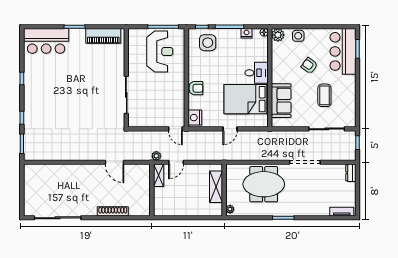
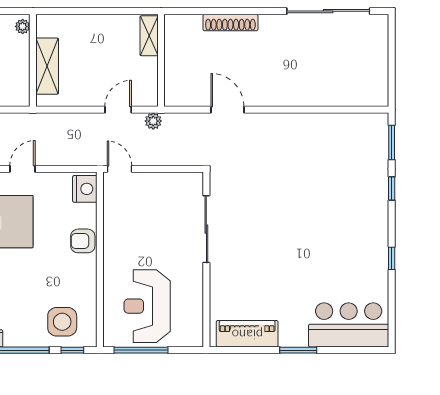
shelving: (159, 175) -> (149, 36), moved

